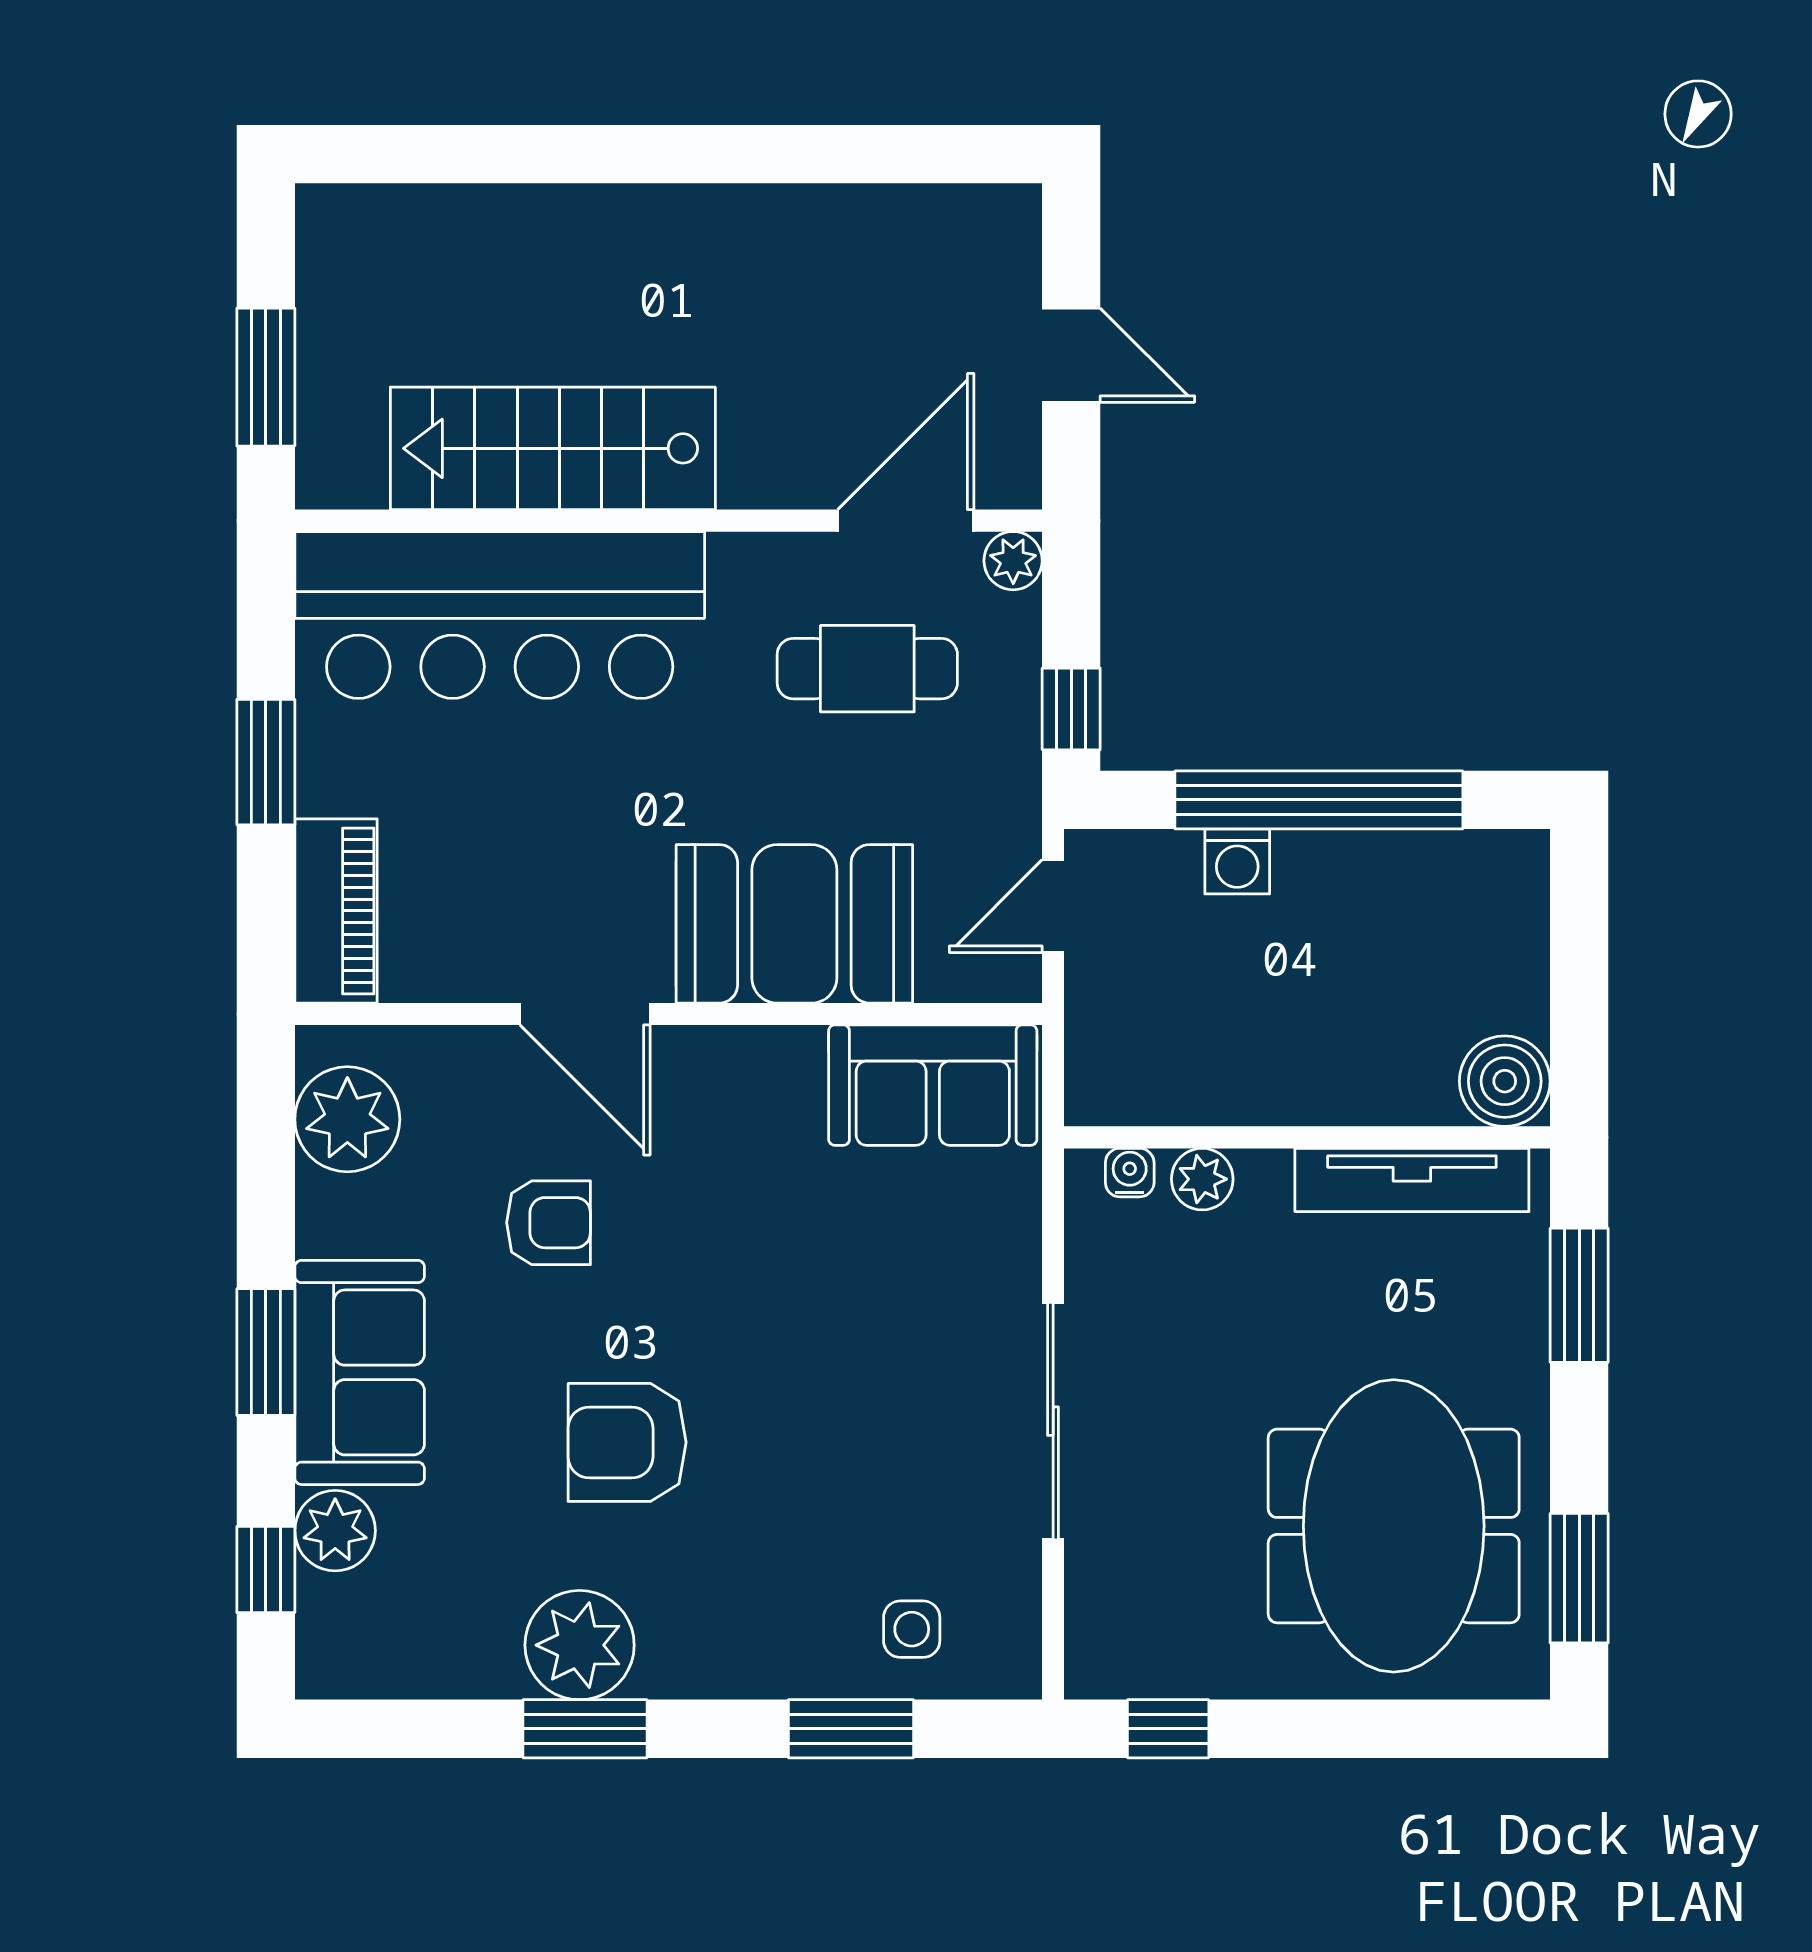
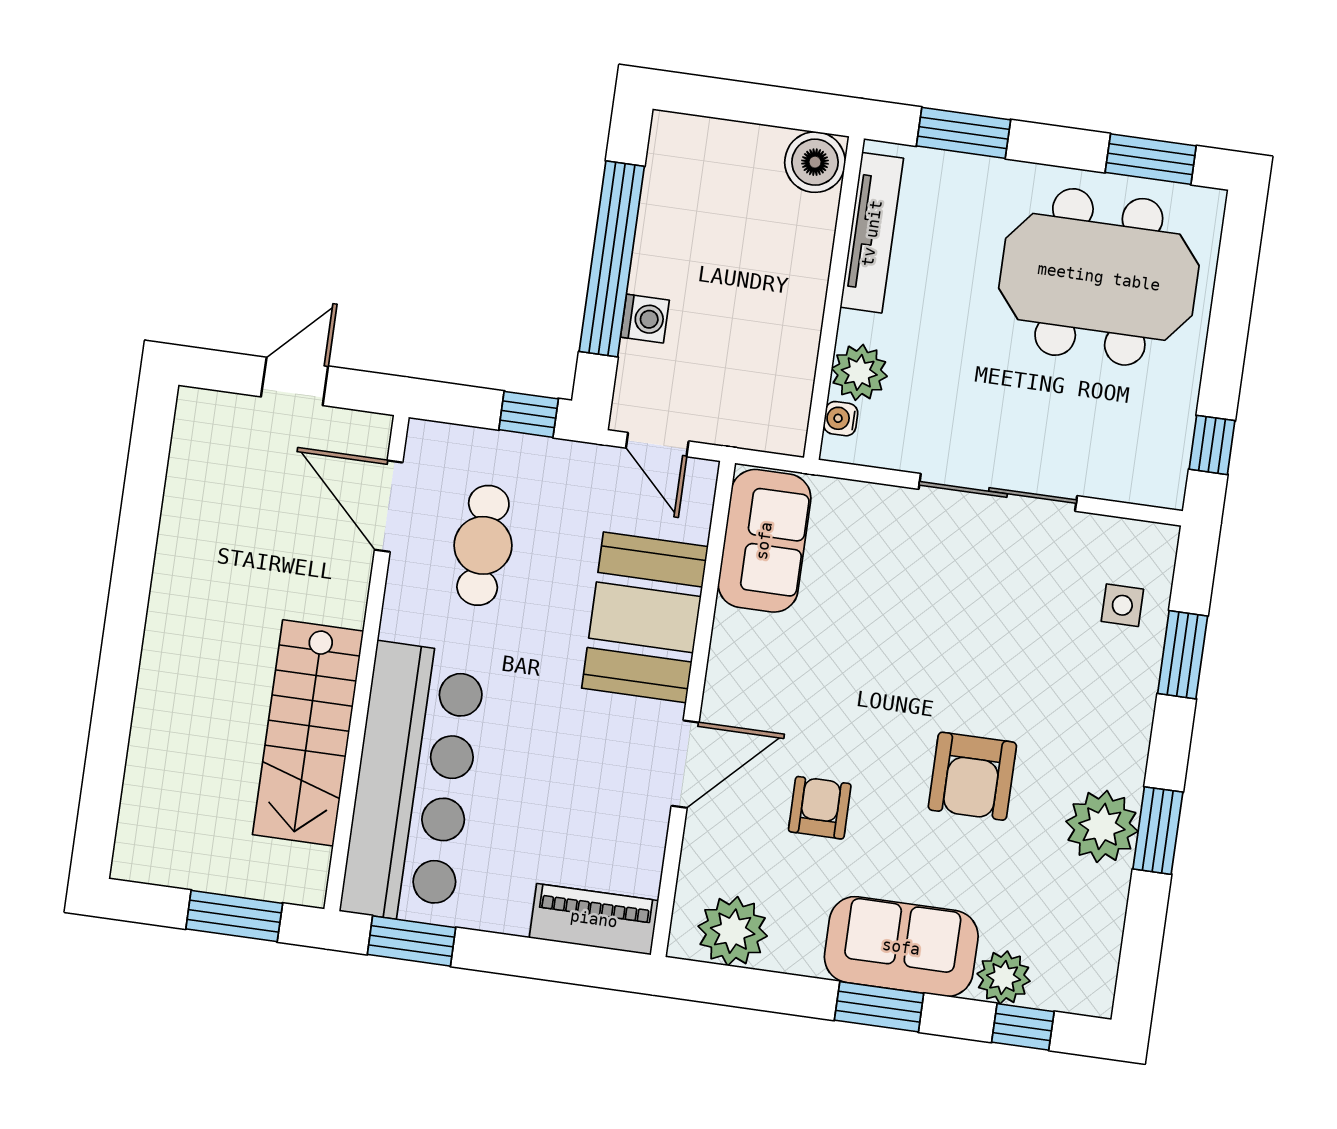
plant: (1013, 561) -> (425, 439), removed
window: (266, 762) -> (411, 941), moved
plant: (1202, 1179) -> (859, 372), width x1.38, depth x1.38

